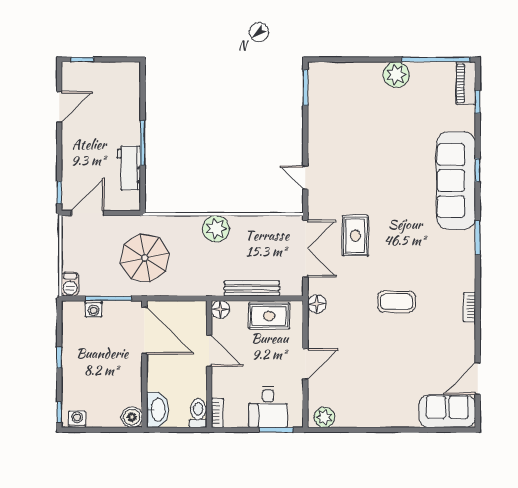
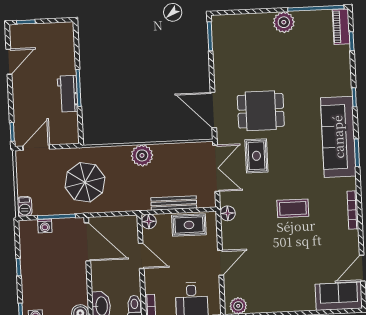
workbench: (129, 168) -> (68, 94), moved
door: (305, 178) -> (213, 110), width x1.87
dining table: (363, 181) -> (261, 111), added
sofa: (456, 181) -> (338, 137), moved
bookcase: (469, 307) -> (353, 210), width x1.56

